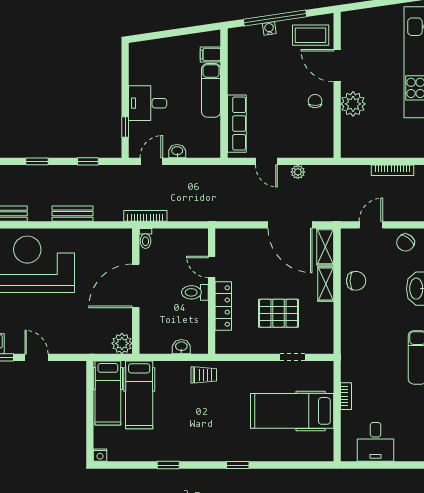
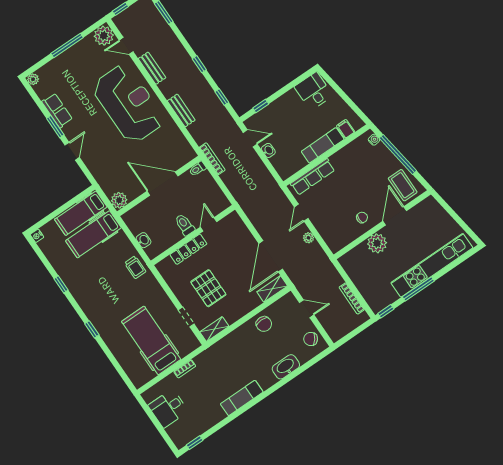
water cooler: (269, 29) -> (374, 140), moved
desk: (148, 103) -> (313, 91), moved
shelving: (326, 284) -> (214, 329), moved

